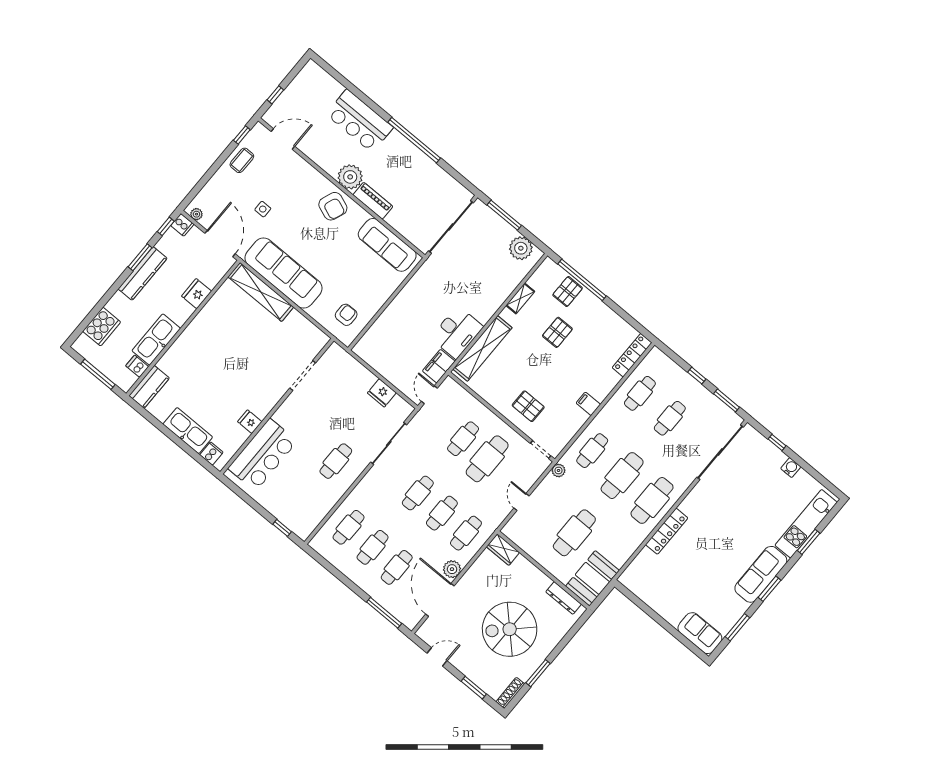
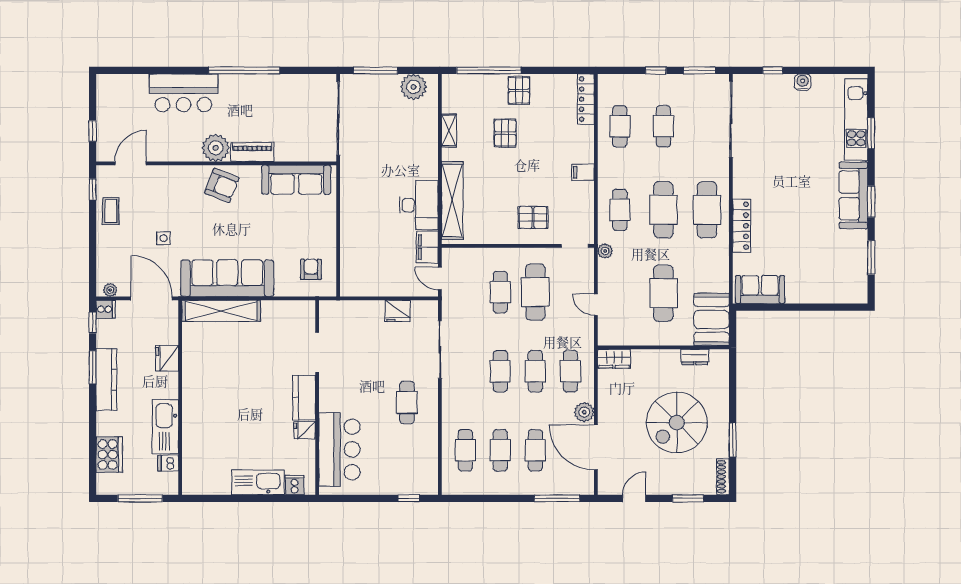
pallet: (568, 292) -> (519, 90), moved
kitchen counter: (149, 387) -> (304, 398), moved, turned 180
dresser: (564, 598) -> (695, 357), width x0.70
sofa: (700, 633) -> (760, 290), moved

